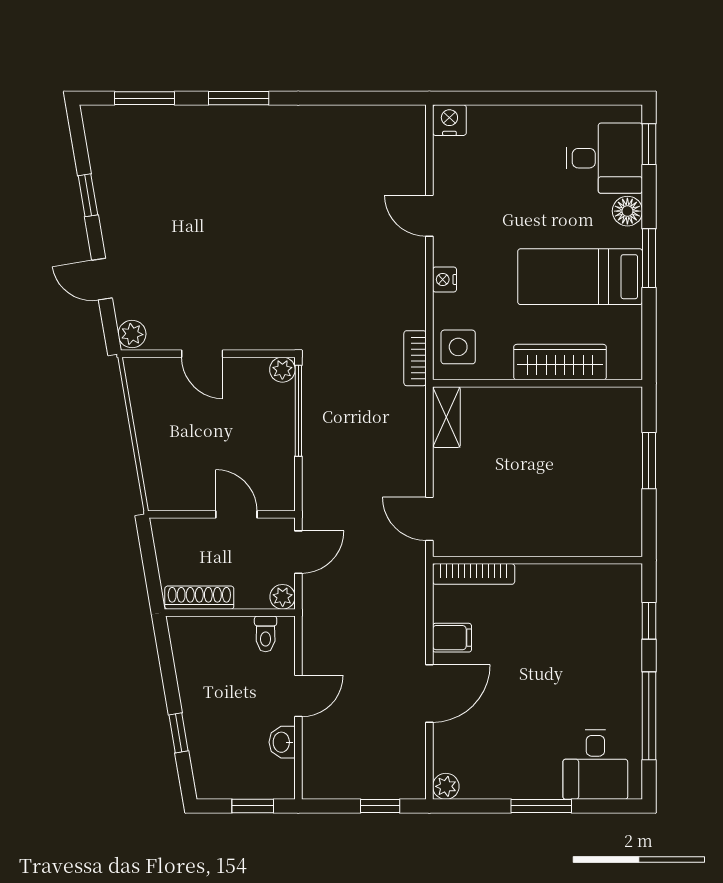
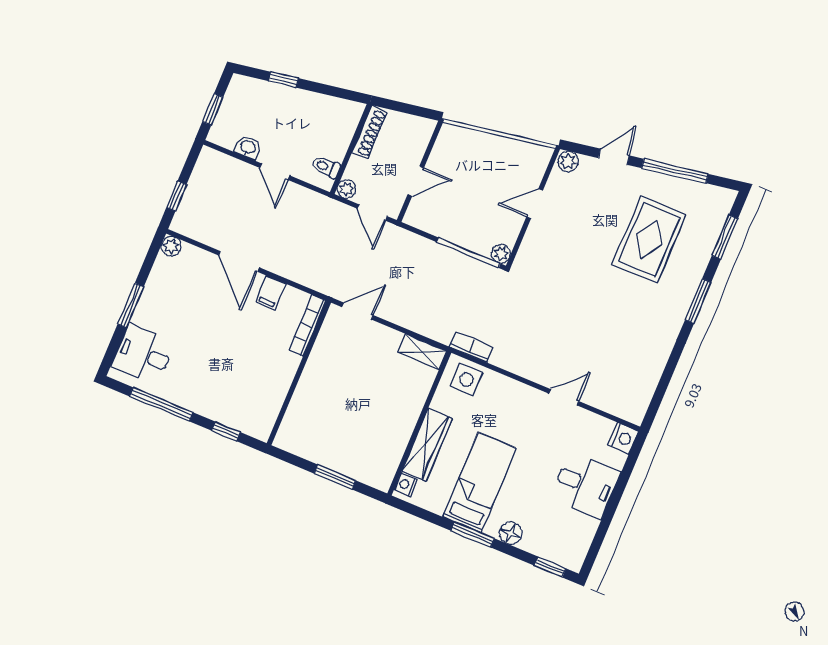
desk: (604, 158) -> (586, 485), moved, turned -90
rug: (187, 192) -> (649, 240), added
window: (88, 195) -> (675, 171), width x2.17
nightstand: (445, 279) -> (406, 485), moved, turned -90

